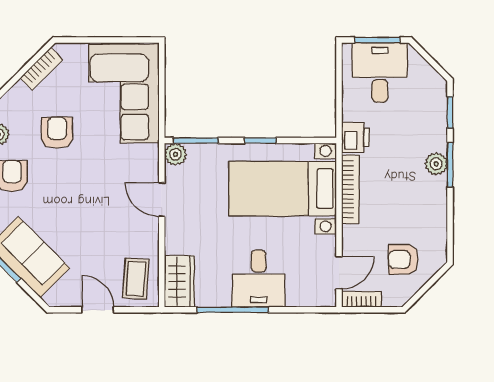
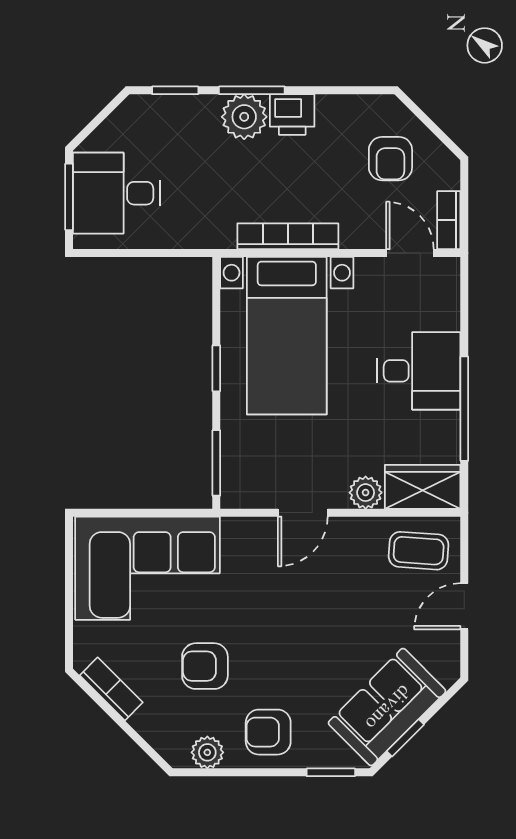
printer: (355, 138) -> (292, 114), moved, turned 180
plant: (175, 154) -> (366, 493), moved
plant: (436, 164) -> (244, 117), width x1.38, depth x1.38

